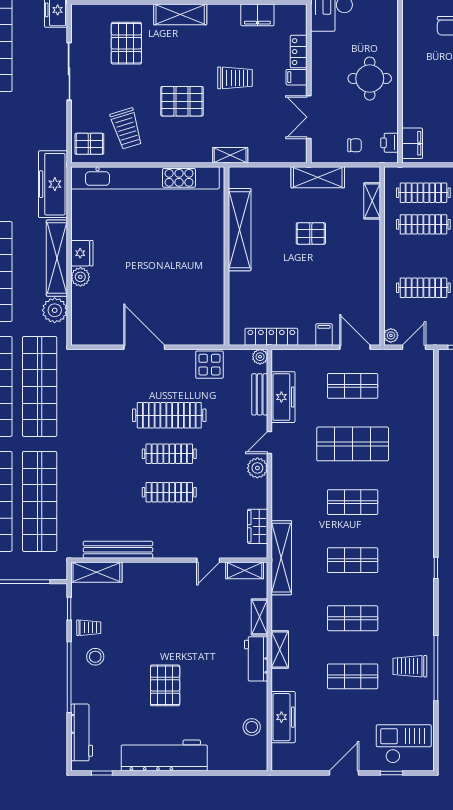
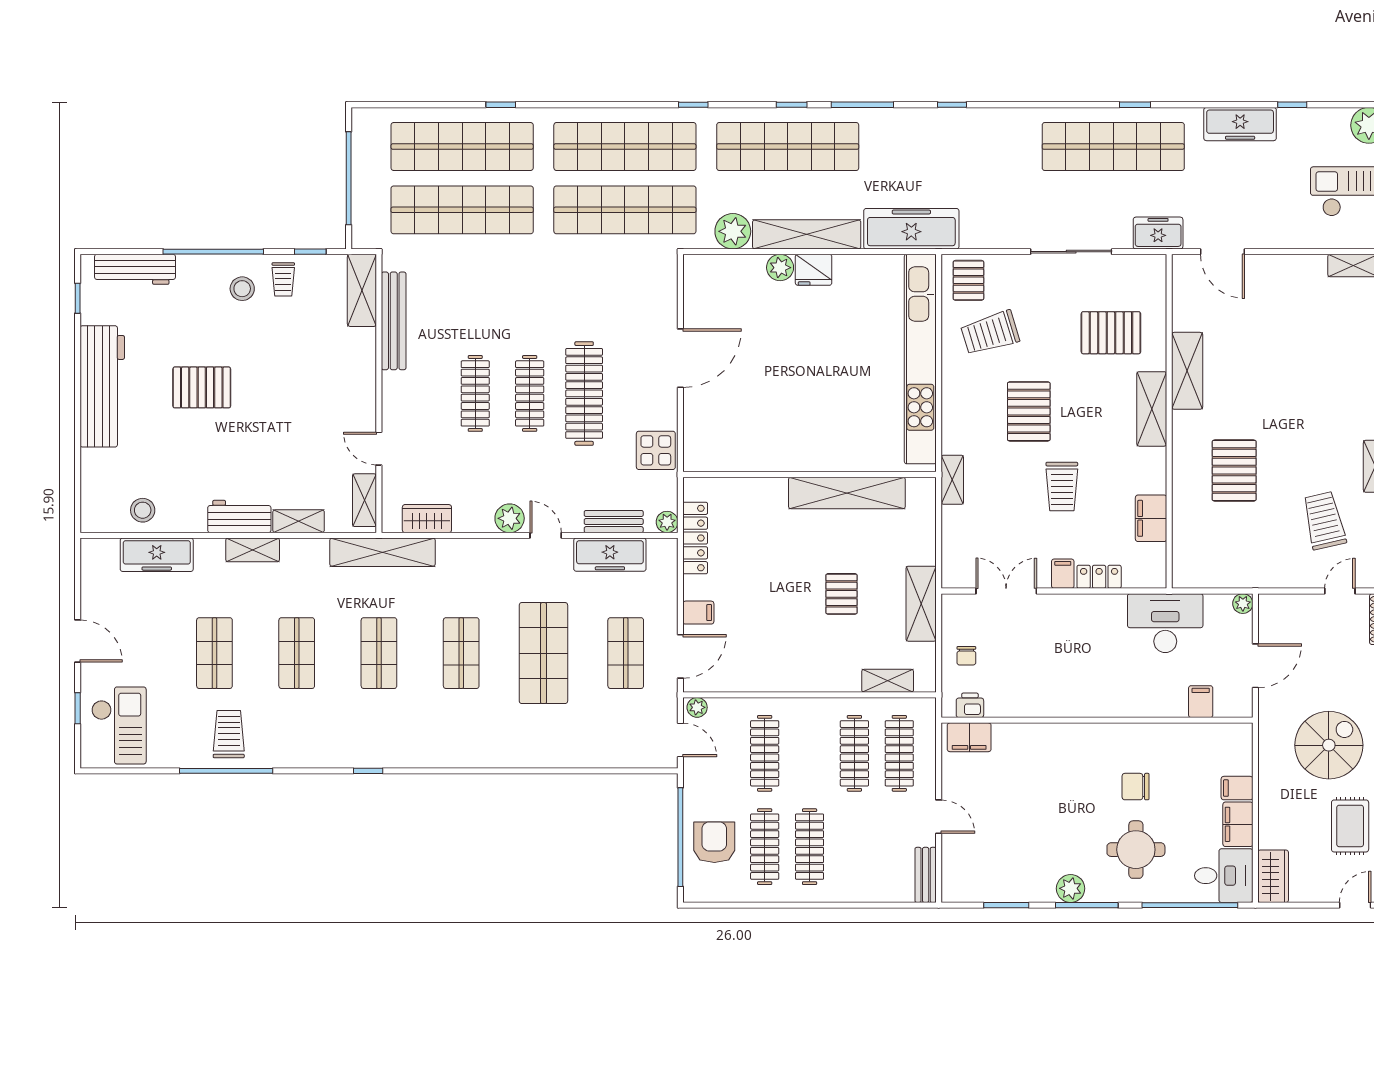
round table: (370, 79) -> (1061, 677), removed

